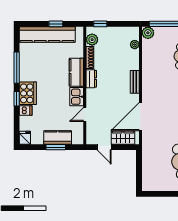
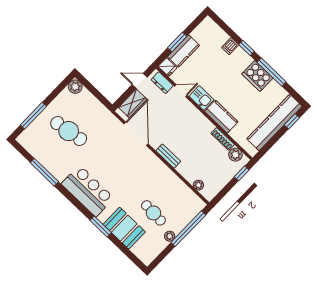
window: (56, 24) -> (292, 121), moved
plant: (148, 33) -> (75, 87), moved
dresser: (91, 79) -> (162, 83), moved
cooker: (28, 93) -> (257, 76), moved
door: (85, 114) -> (181, 91), hinge flipped
fridge: (25, 138) -> (168, 67), moved

